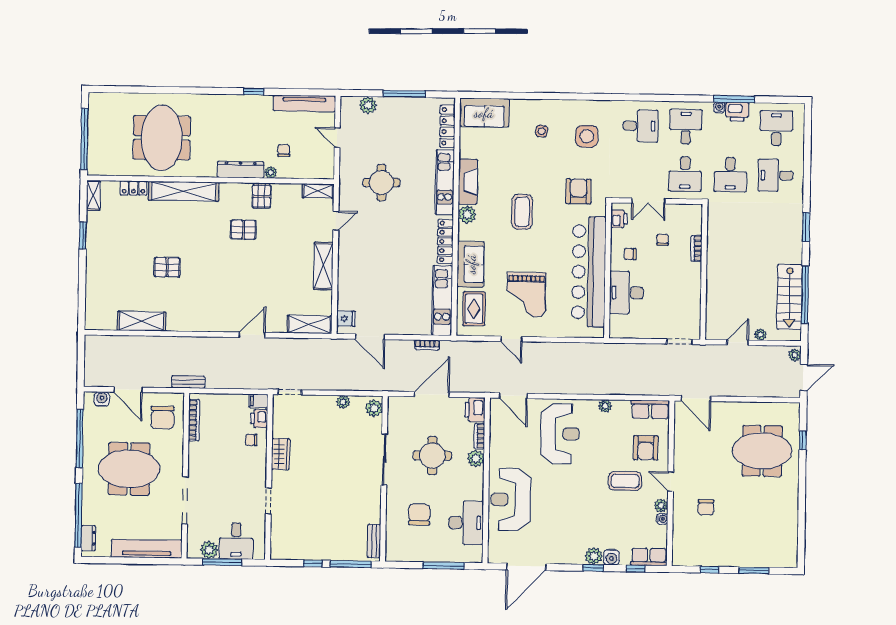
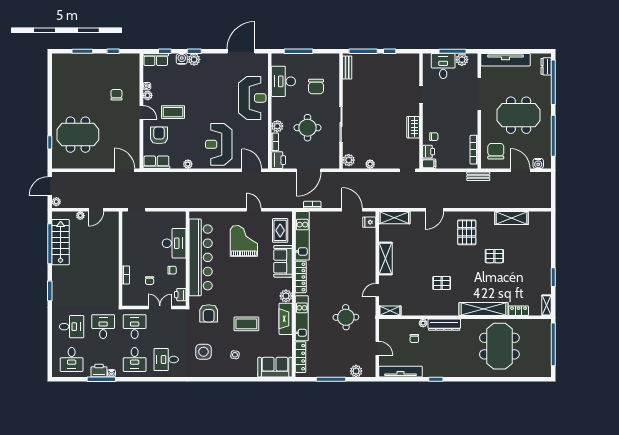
pallet: (261, 196) -> (467, 232), moved, width x1.50, depth x1.42
coffee table: (522, 212) -> (246, 324), moved, turned 90

